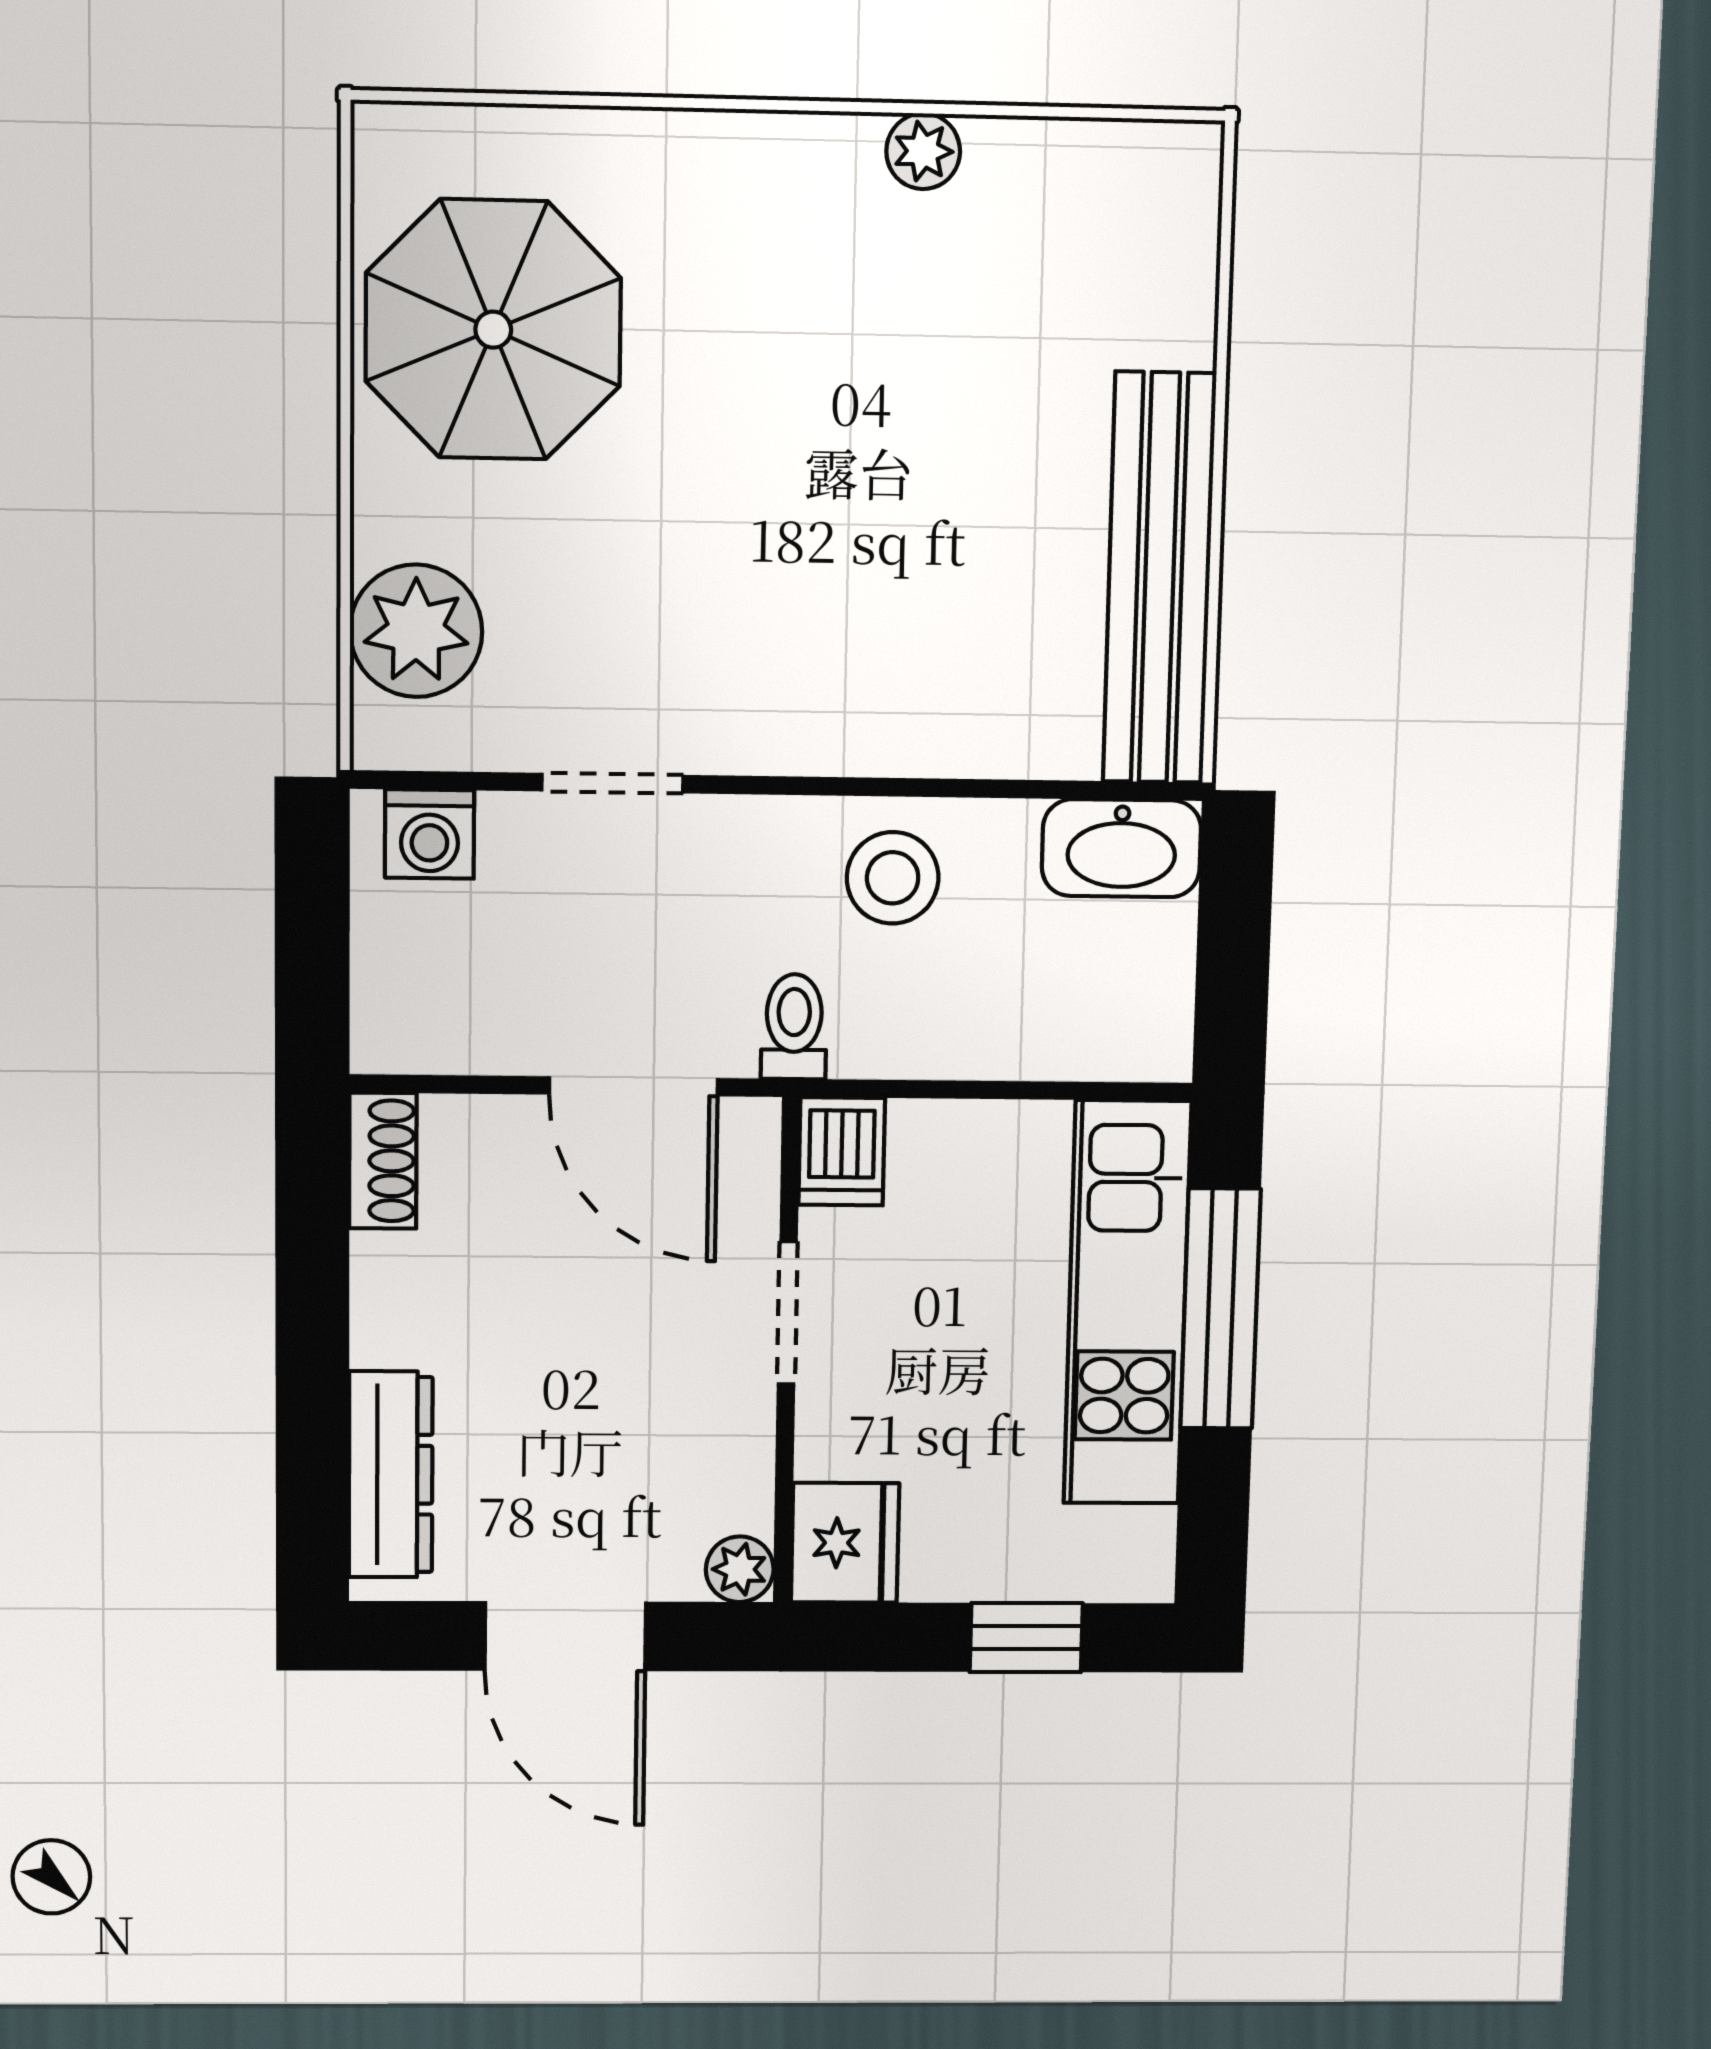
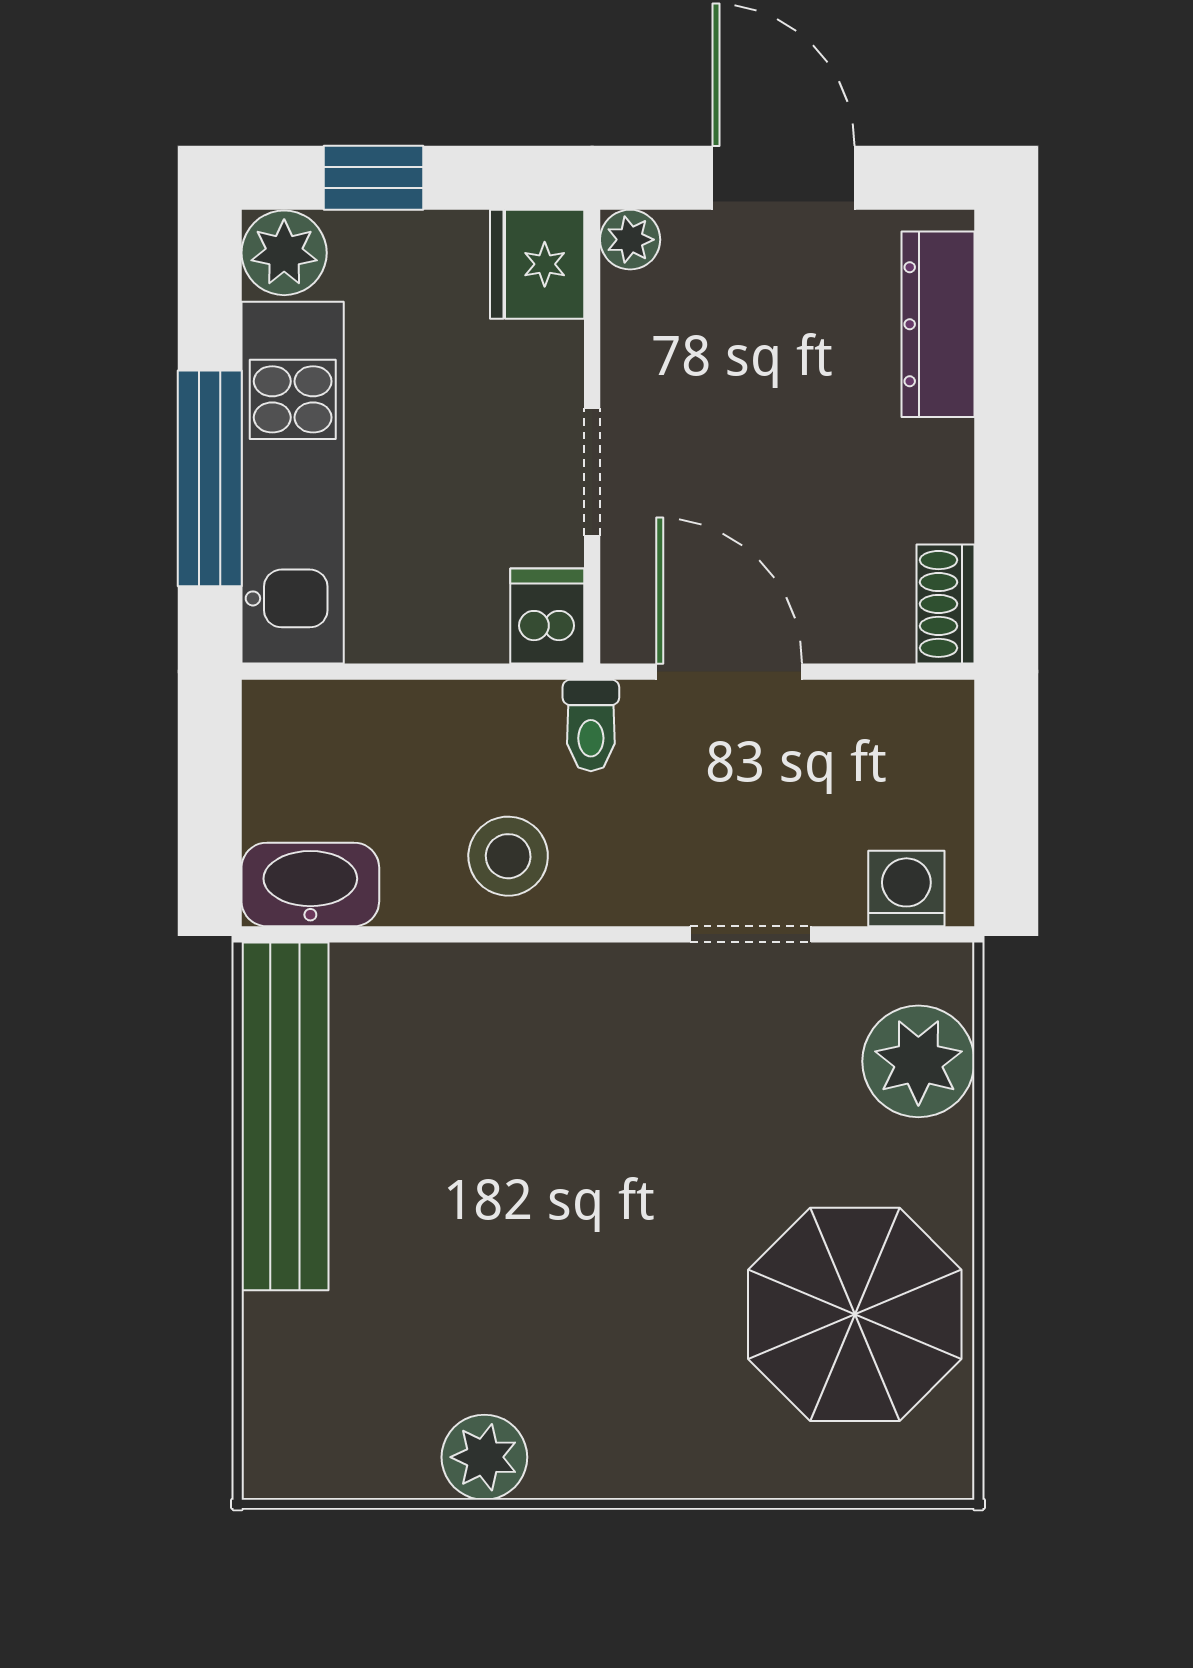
plant: (923, 151) -> (484, 1457), width x1.38, depth x1.38
plant: (1129, 1556) -> (284, 253), added

